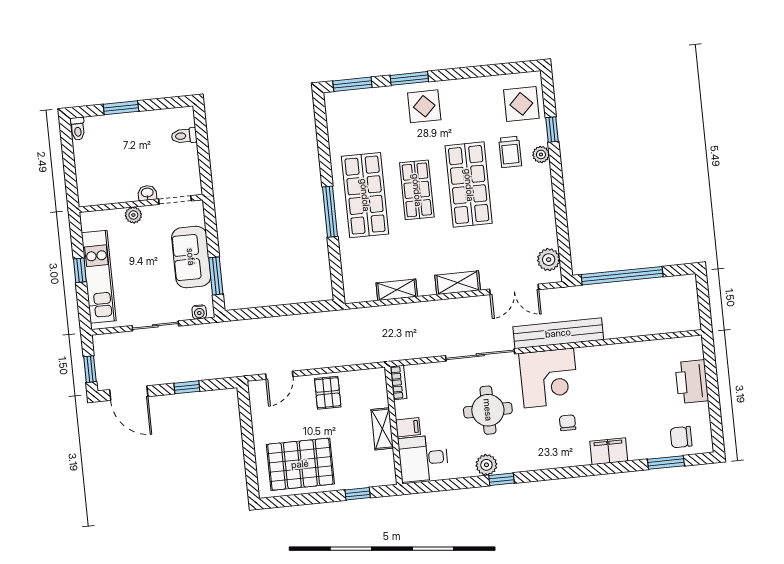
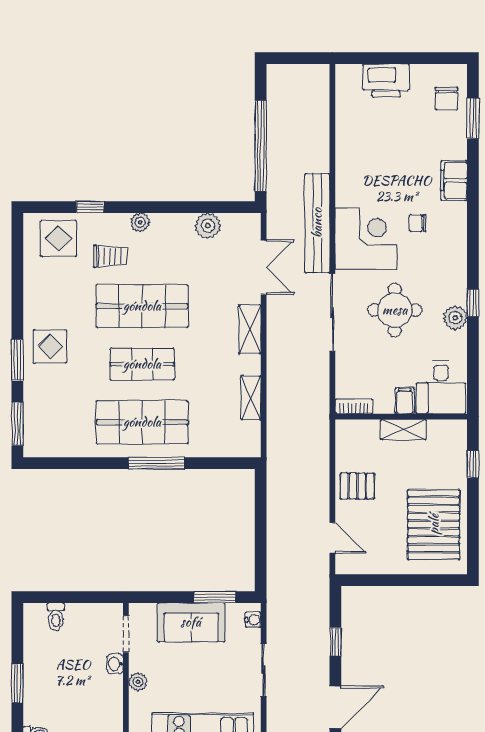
plant: (541, 155) -> (140, 222), moved
plant: (549, 260) -> (208, 226), moved

